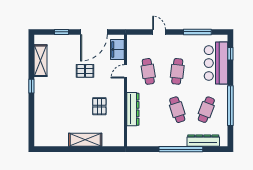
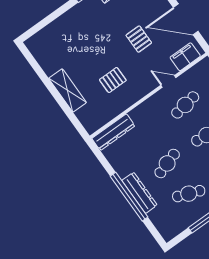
dresser: (133, 109) -> (113, 132), moved
dresser: (203, 141) -> (139, 193), moved

